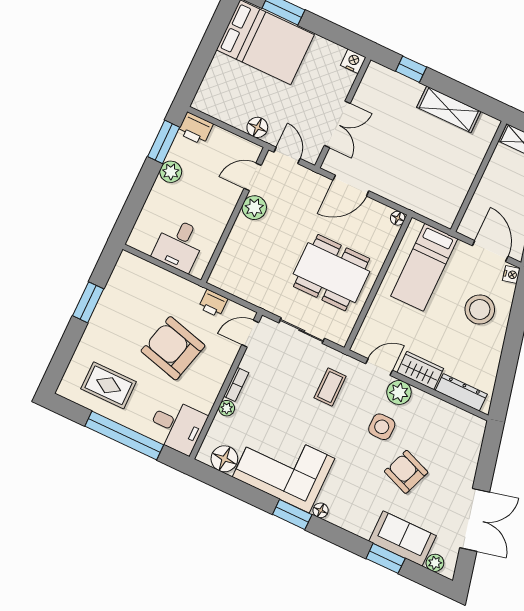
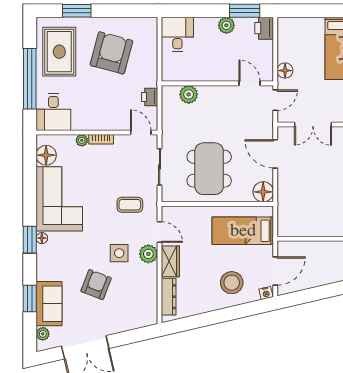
plant: (254, 208) -> (189, 94), moved
floor lamp: (398, 218) -> (263, 192), width x1.89, depth x1.89
desk: (179, 245) -> (177, 34), moved, turned 90
window: (88, 302) -> (77, 11), moved
armchair: (173, 348) -> (111, 53), moved
rug: (109, 385) -> (59, 52), width x1.36, depth x1.43
window: (292, 514) -> (30, 240), moved

